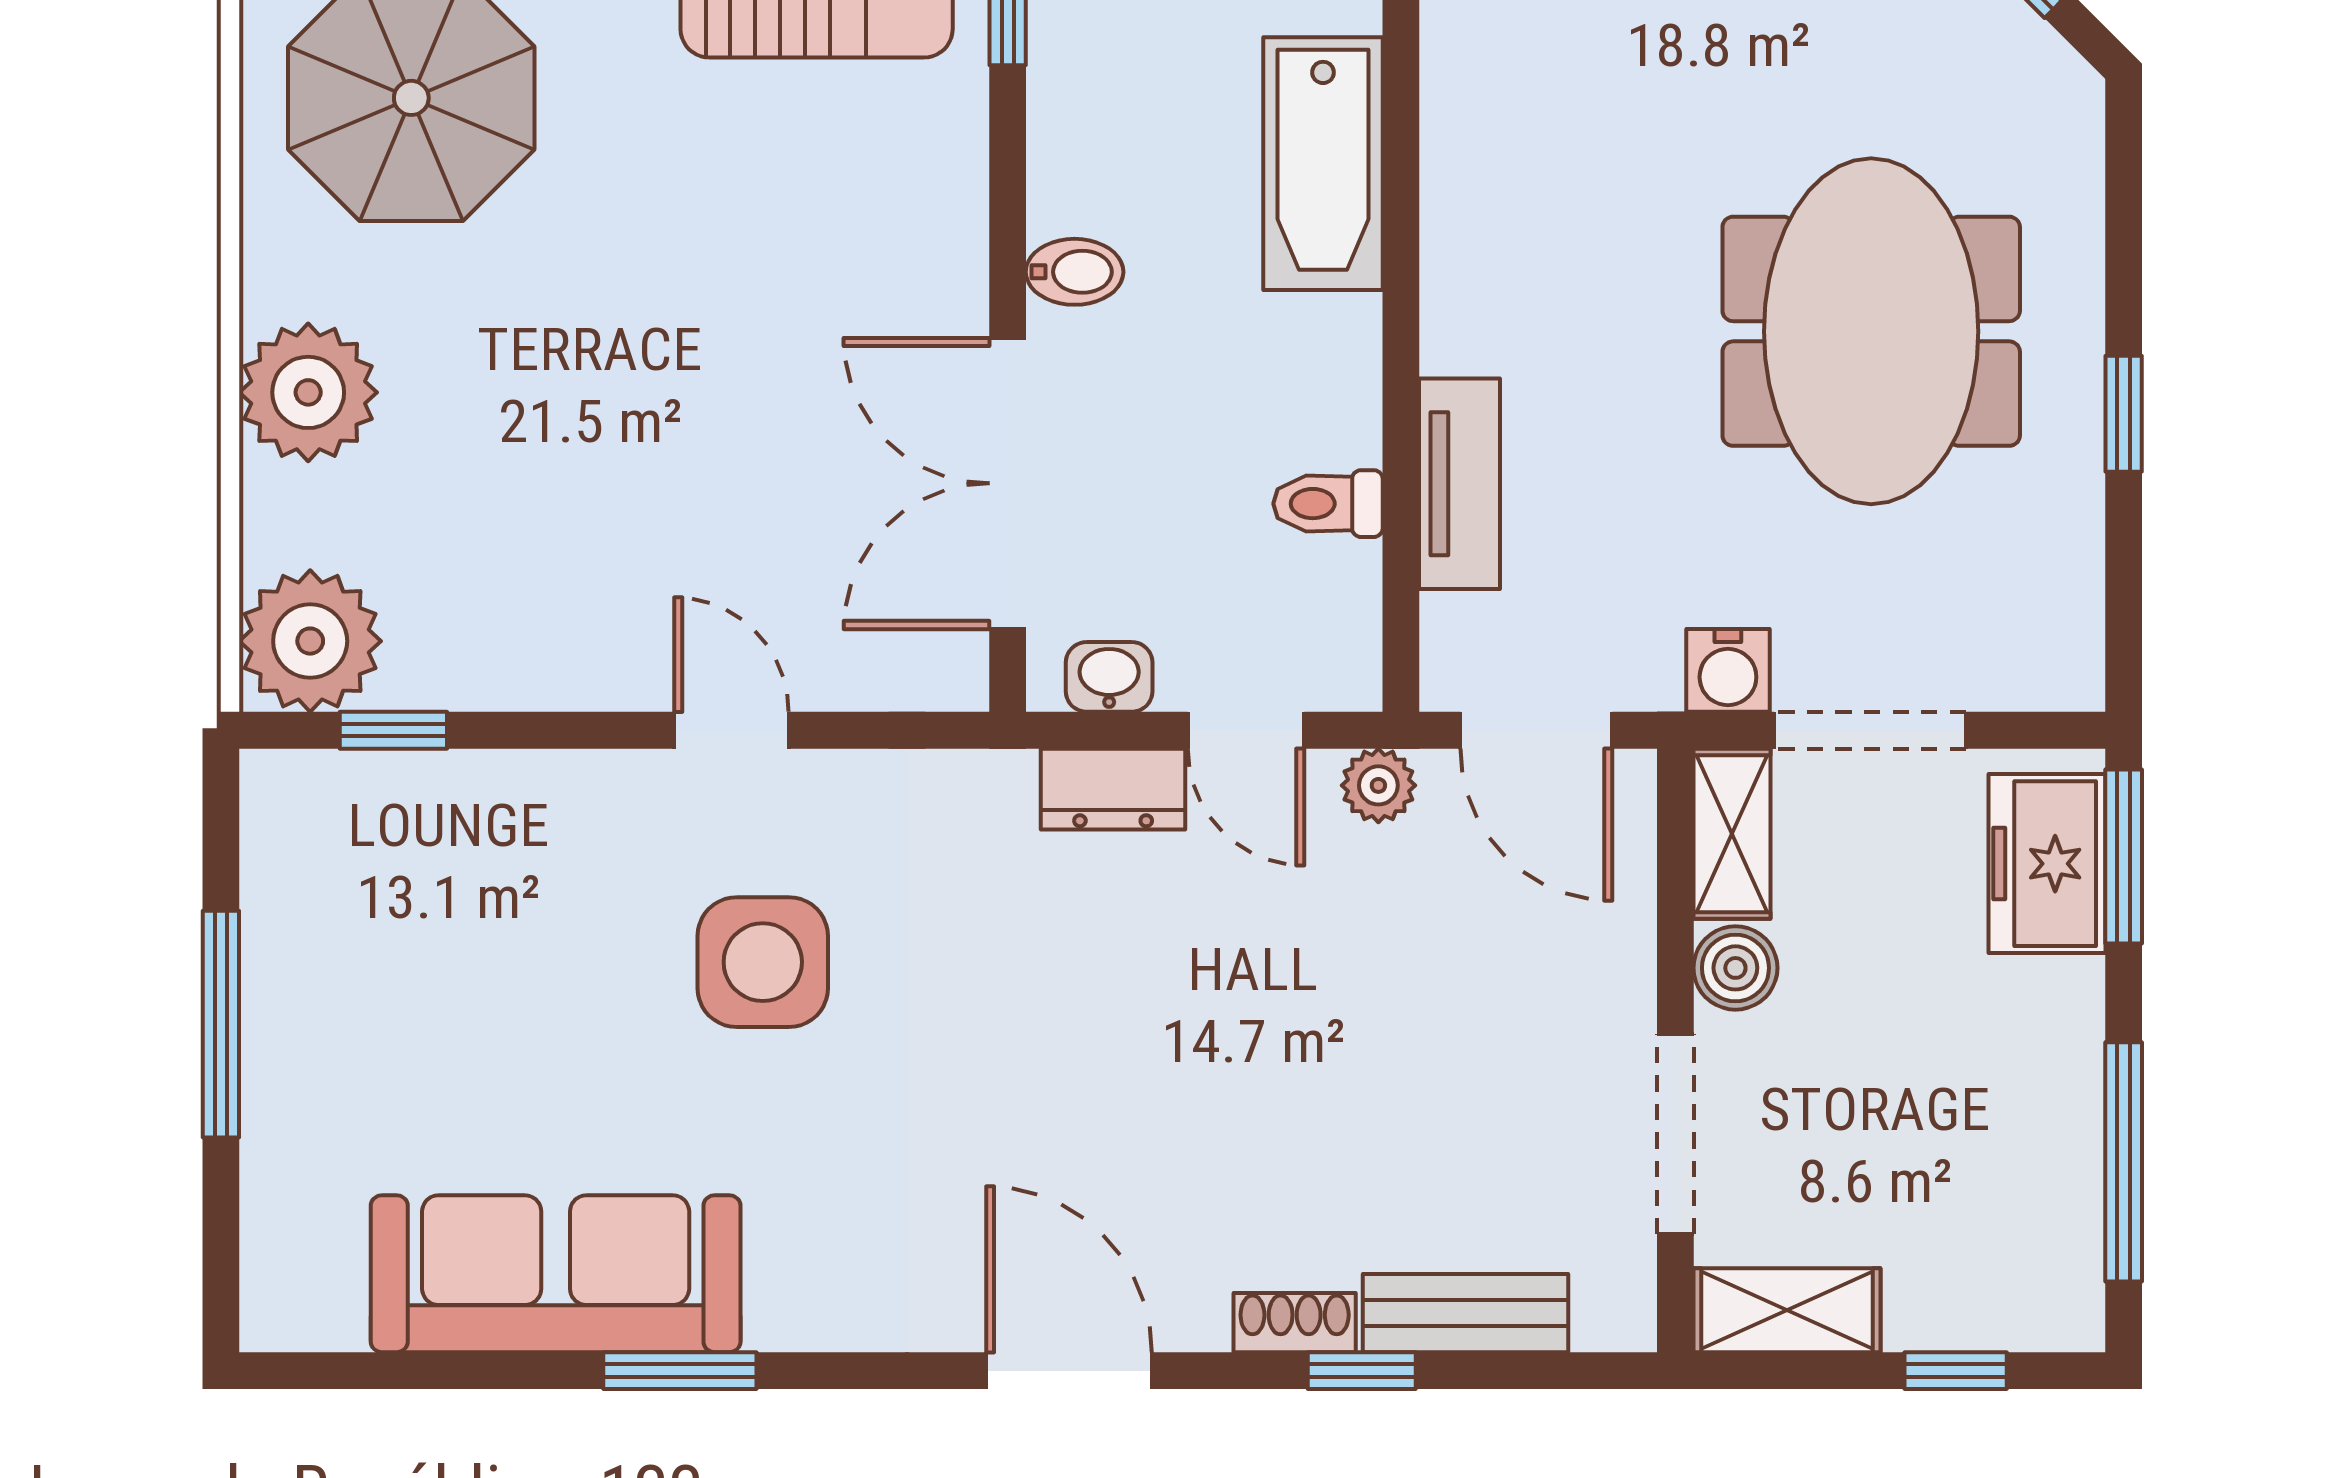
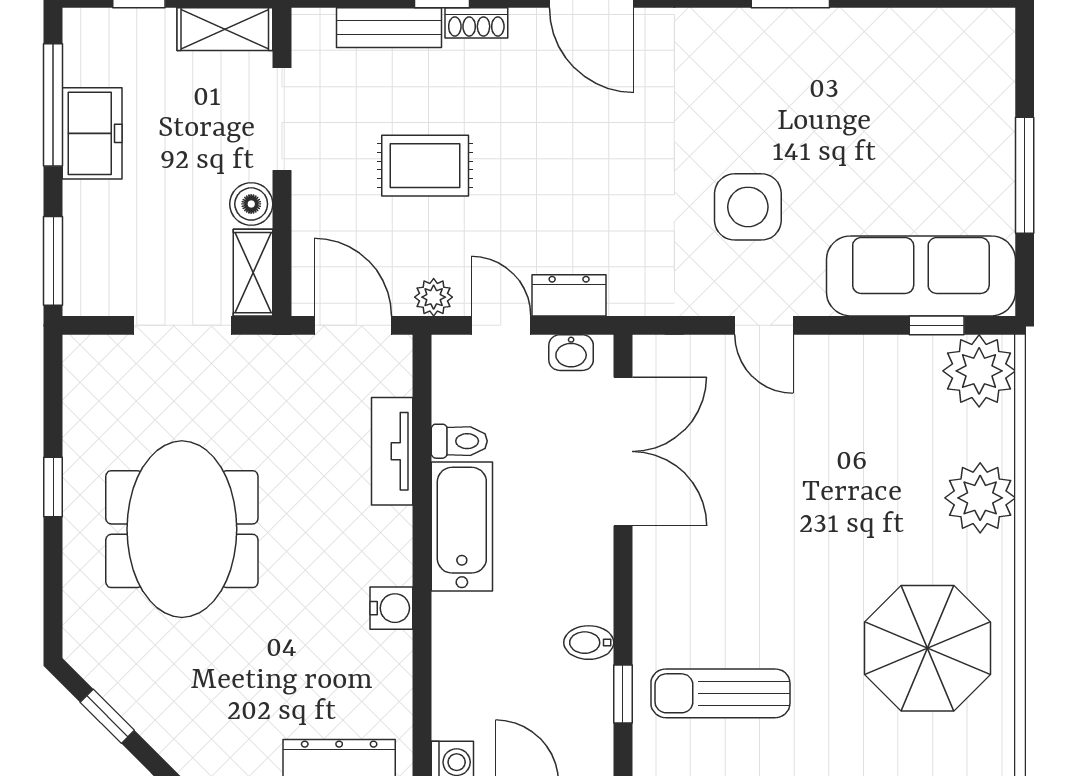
bathtub: (1323, 164) -> (462, 527), moved
bidet: (1075, 272) -> (589, 643), moved
water cooler: (1728, 670) -> (391, 608), moved, turned 90
freezer: (2047, 864) -> (92, 133), moved
rug: (1395, 1043) -> (425, 166), added
sofa: (556, 1274) -> (921, 276), moved, turned 180

